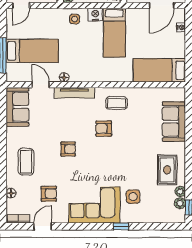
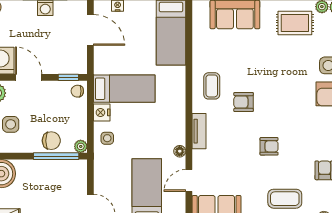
tv unit: (74, 93) -> (199, 131), width x0.71
armchair: (104, 129) -> (244, 102), turned 90
armchair: (68, 149) -> (269, 146), turned 90

